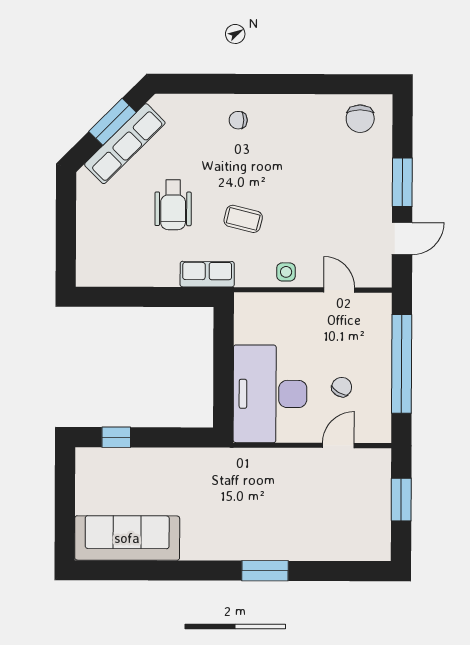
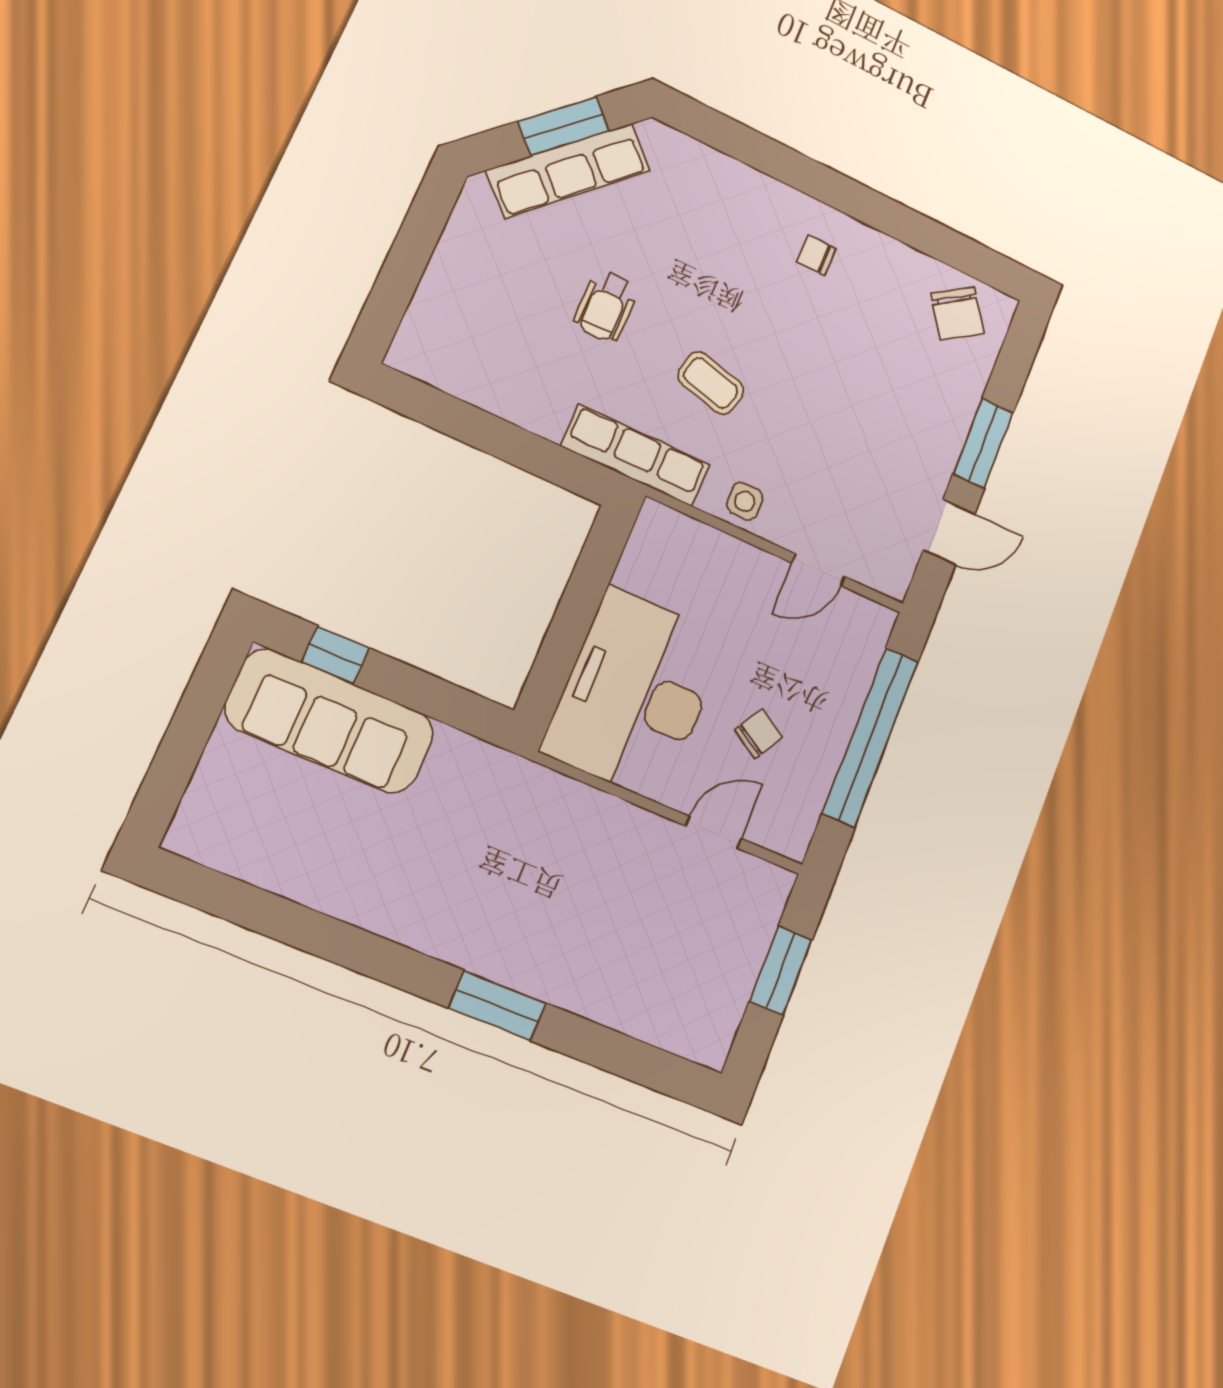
chair: (360, 119) -> (957, 313), turned -34
chair: (238, 120) -> (816, 255), moved
wheelchair: (173, 205) -> (606, 306), width x0.73, depth x0.73
row of seats: (207, 274) -> (635, 455), width x1.48
door: (339, 290) -> (818, 570), swing flipped
sofa: (127, 538) -> (330, 721), moved, turned 180

